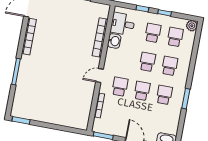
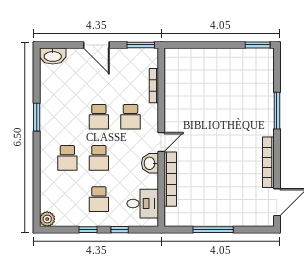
school desk: (175, 37) -> (67, 199), removed
washbasin: (114, 41) -> (150, 163), moved
door: (100, 75) -> (161, 142), moved
school desk: (164, 95) -> (67, 117), removed

